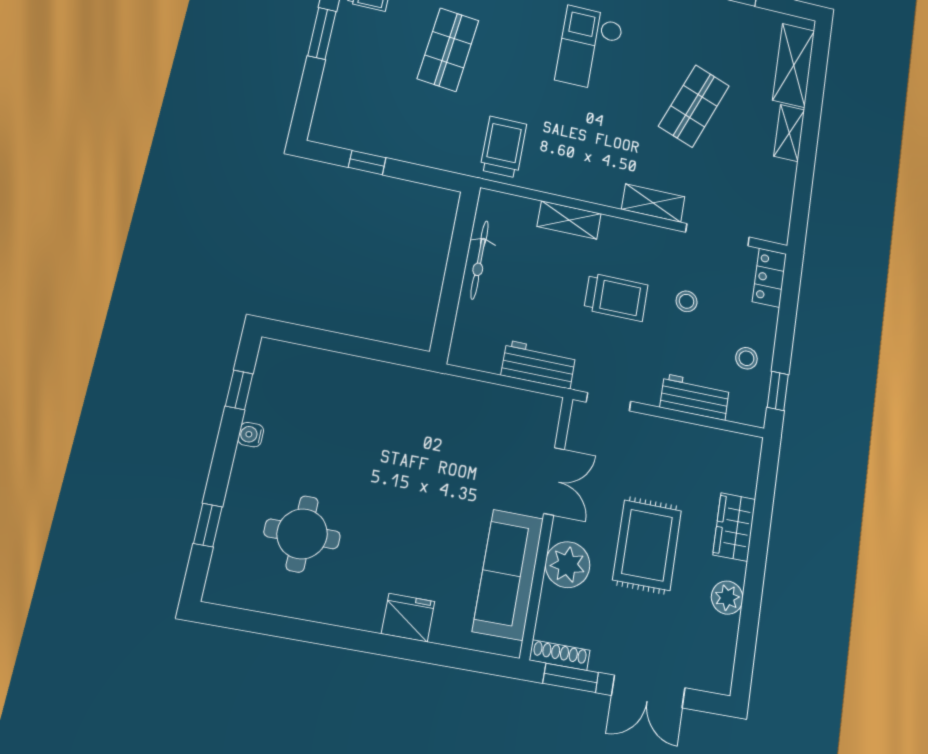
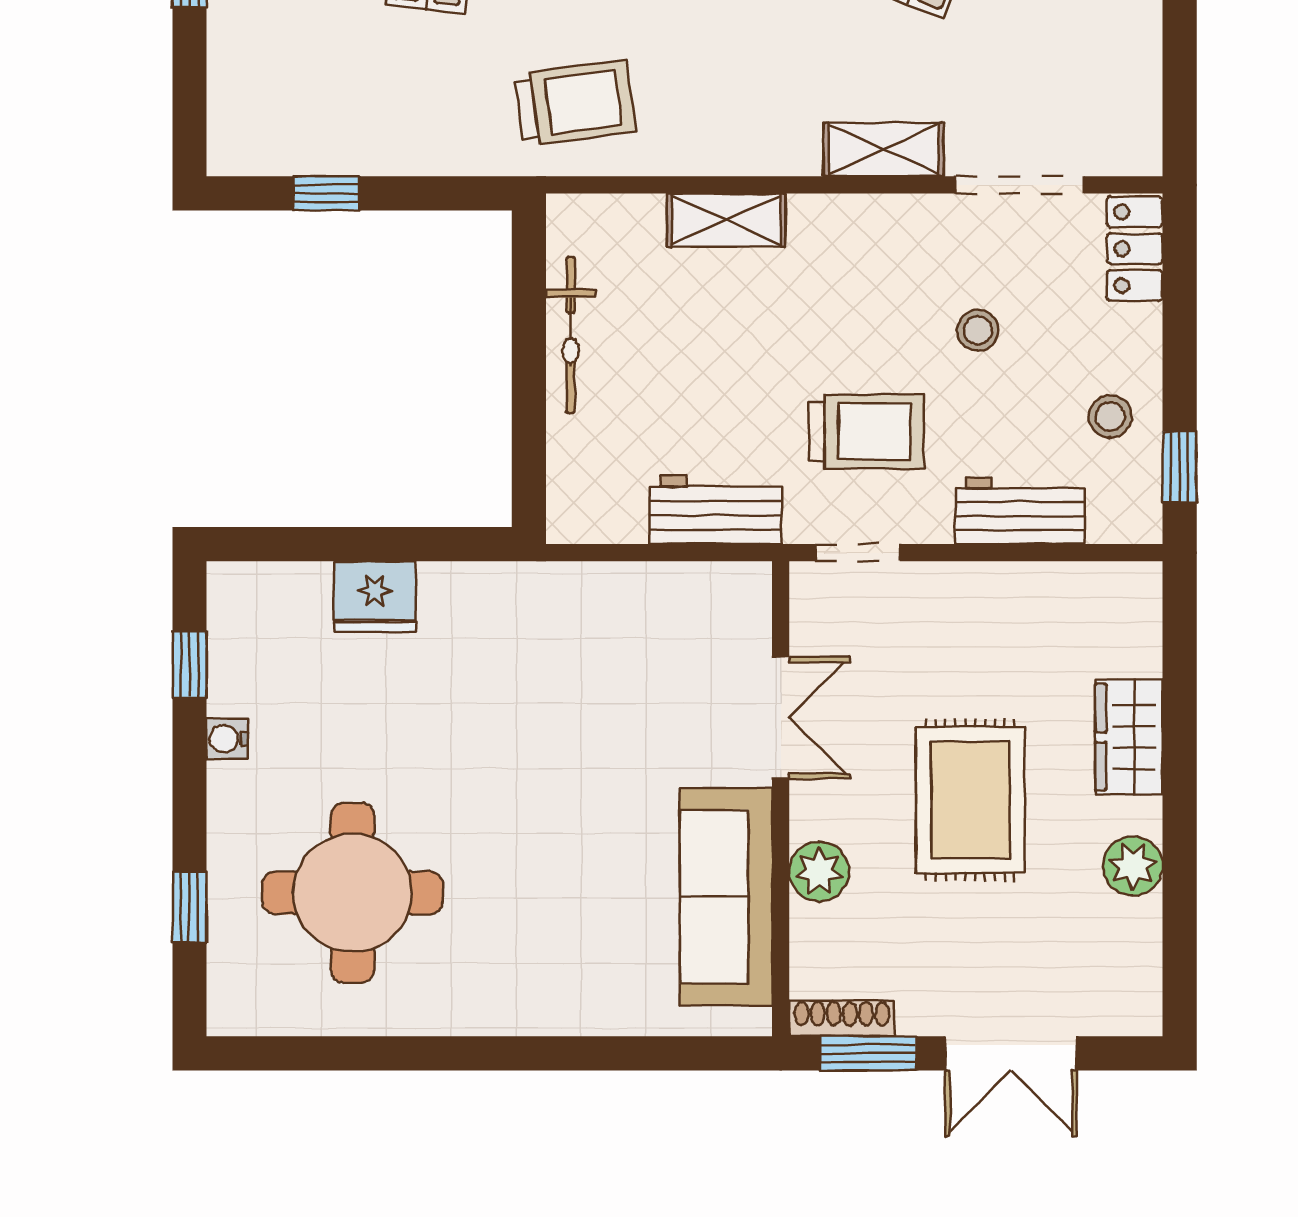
trolley: (503, 147) -> (575, 103), turned 82
trolley: (616, 297) -> (866, 431), moved
round table: (302, 534) -> (353, 893), width x1.36, depth x1.36
plant: (568, 565) -> (819, 871), width x0.73, depth x0.73
fridge: (408, 618) -> (375, 596), moved, turned 180

